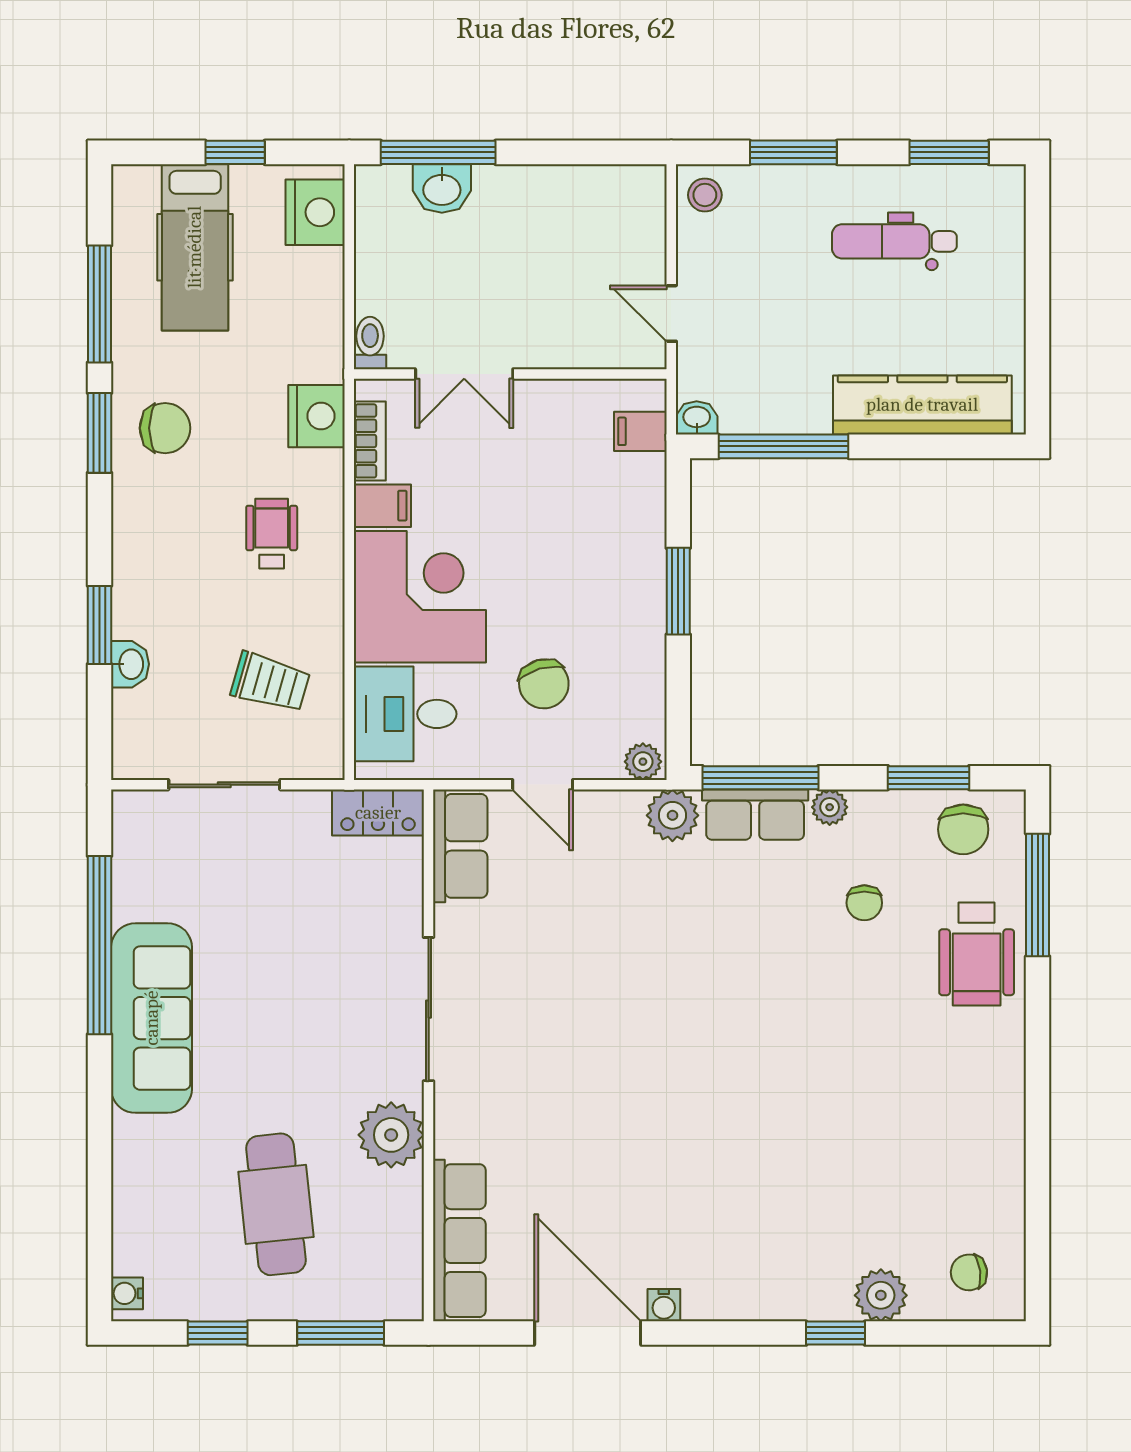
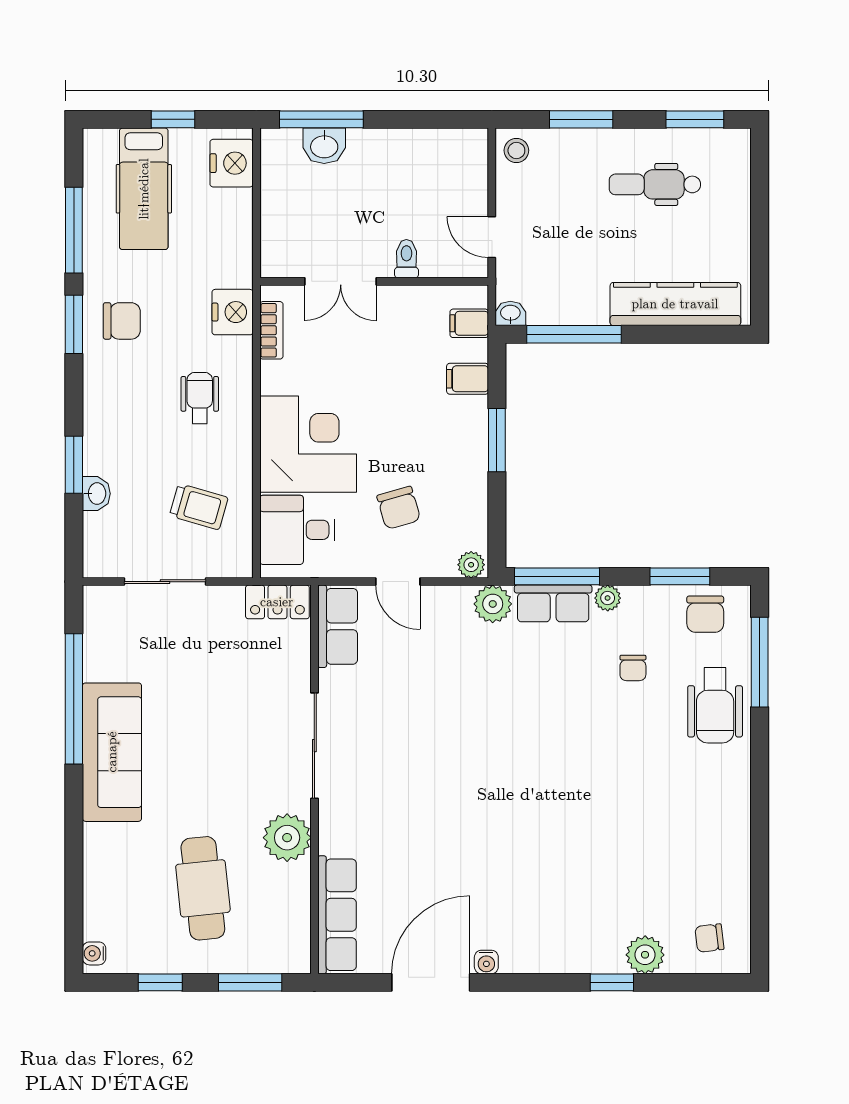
toilet: (370, 343) -> (406, 259), moved
filing cabinet: (382, 506) -> (468, 379), moved, turned 180
door: (588, 1333) -> (431, 982), hinge flipped

